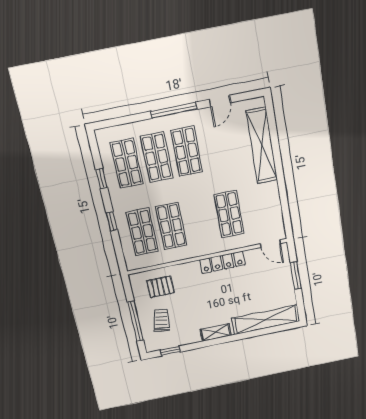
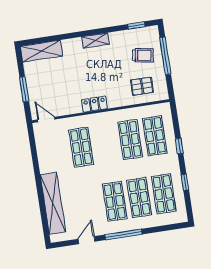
locker: (223, 262) -> (95, 104), width x0.66
trolley: (161, 320) -> (143, 55), turned -91
shelving: (266, 320) -> (41, 51), width x0.68

